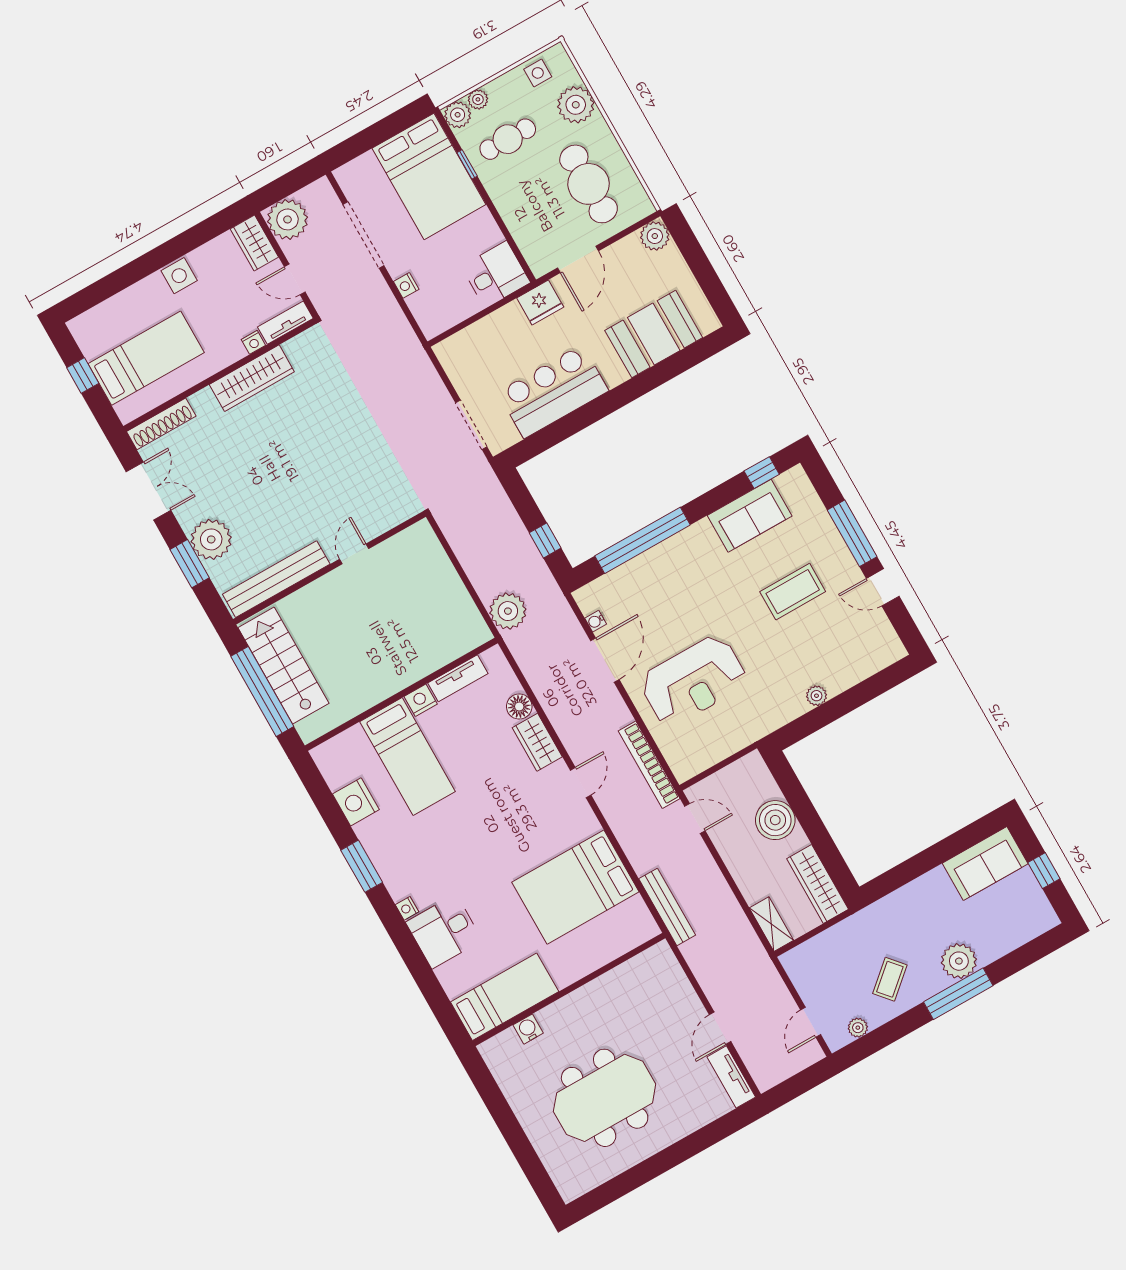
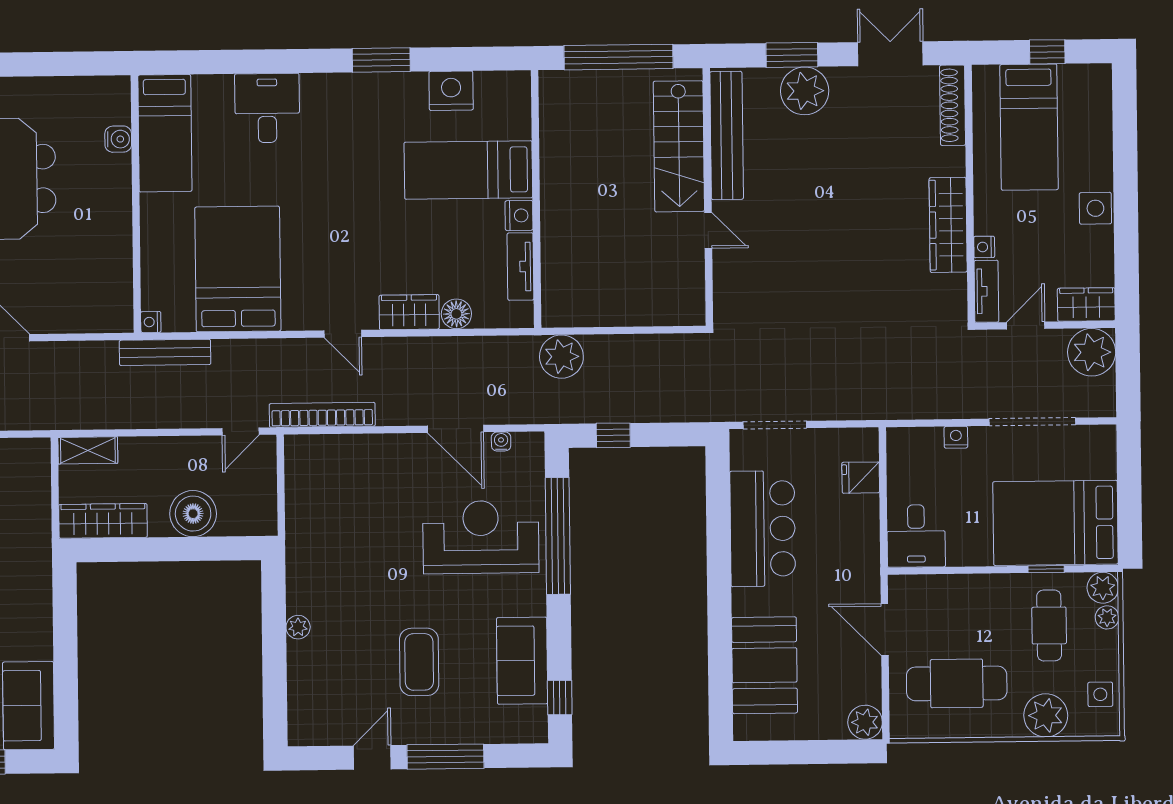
fridge: (540, 303) -> (861, 478), moved, width x0.72
double door: (148, 491) -> (890, 54), swing flipped
stairs: (283, 666) -> (679, 146), moved, turned 90
reception desk: (693, 681) -> (481, 537), moved, turned 90
nightstand: (407, 908) -> (151, 322), moved, turned -90

